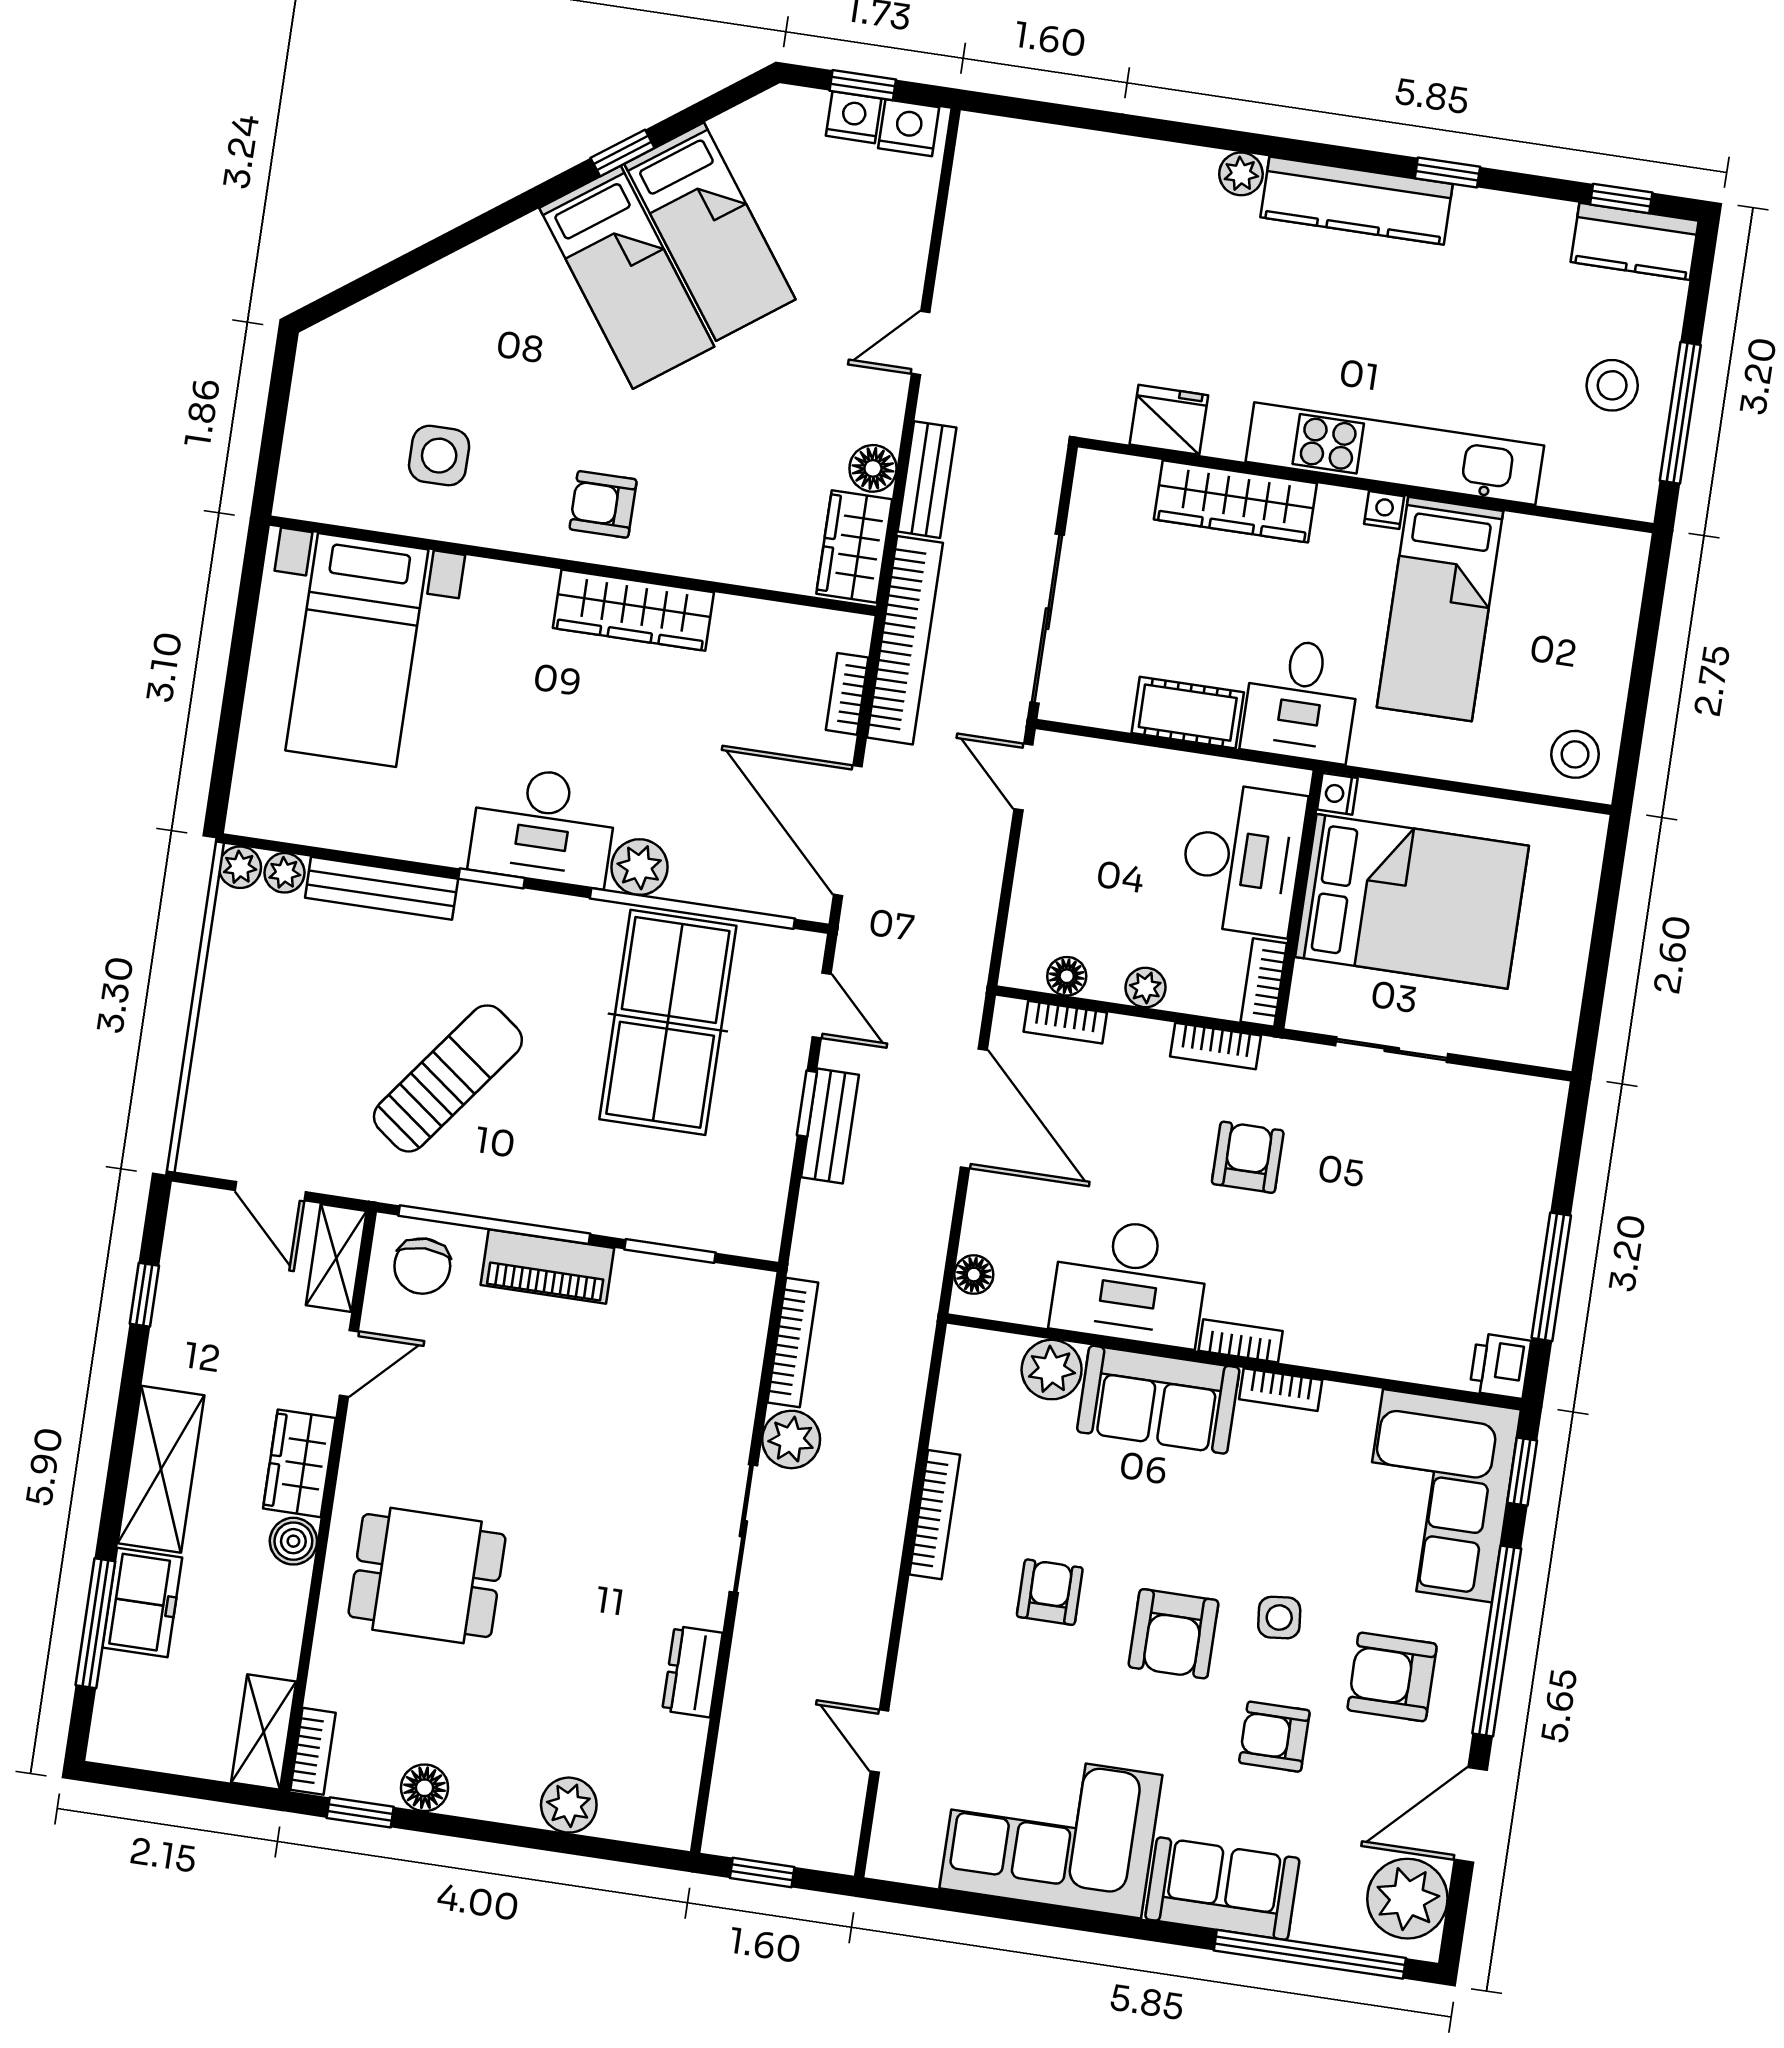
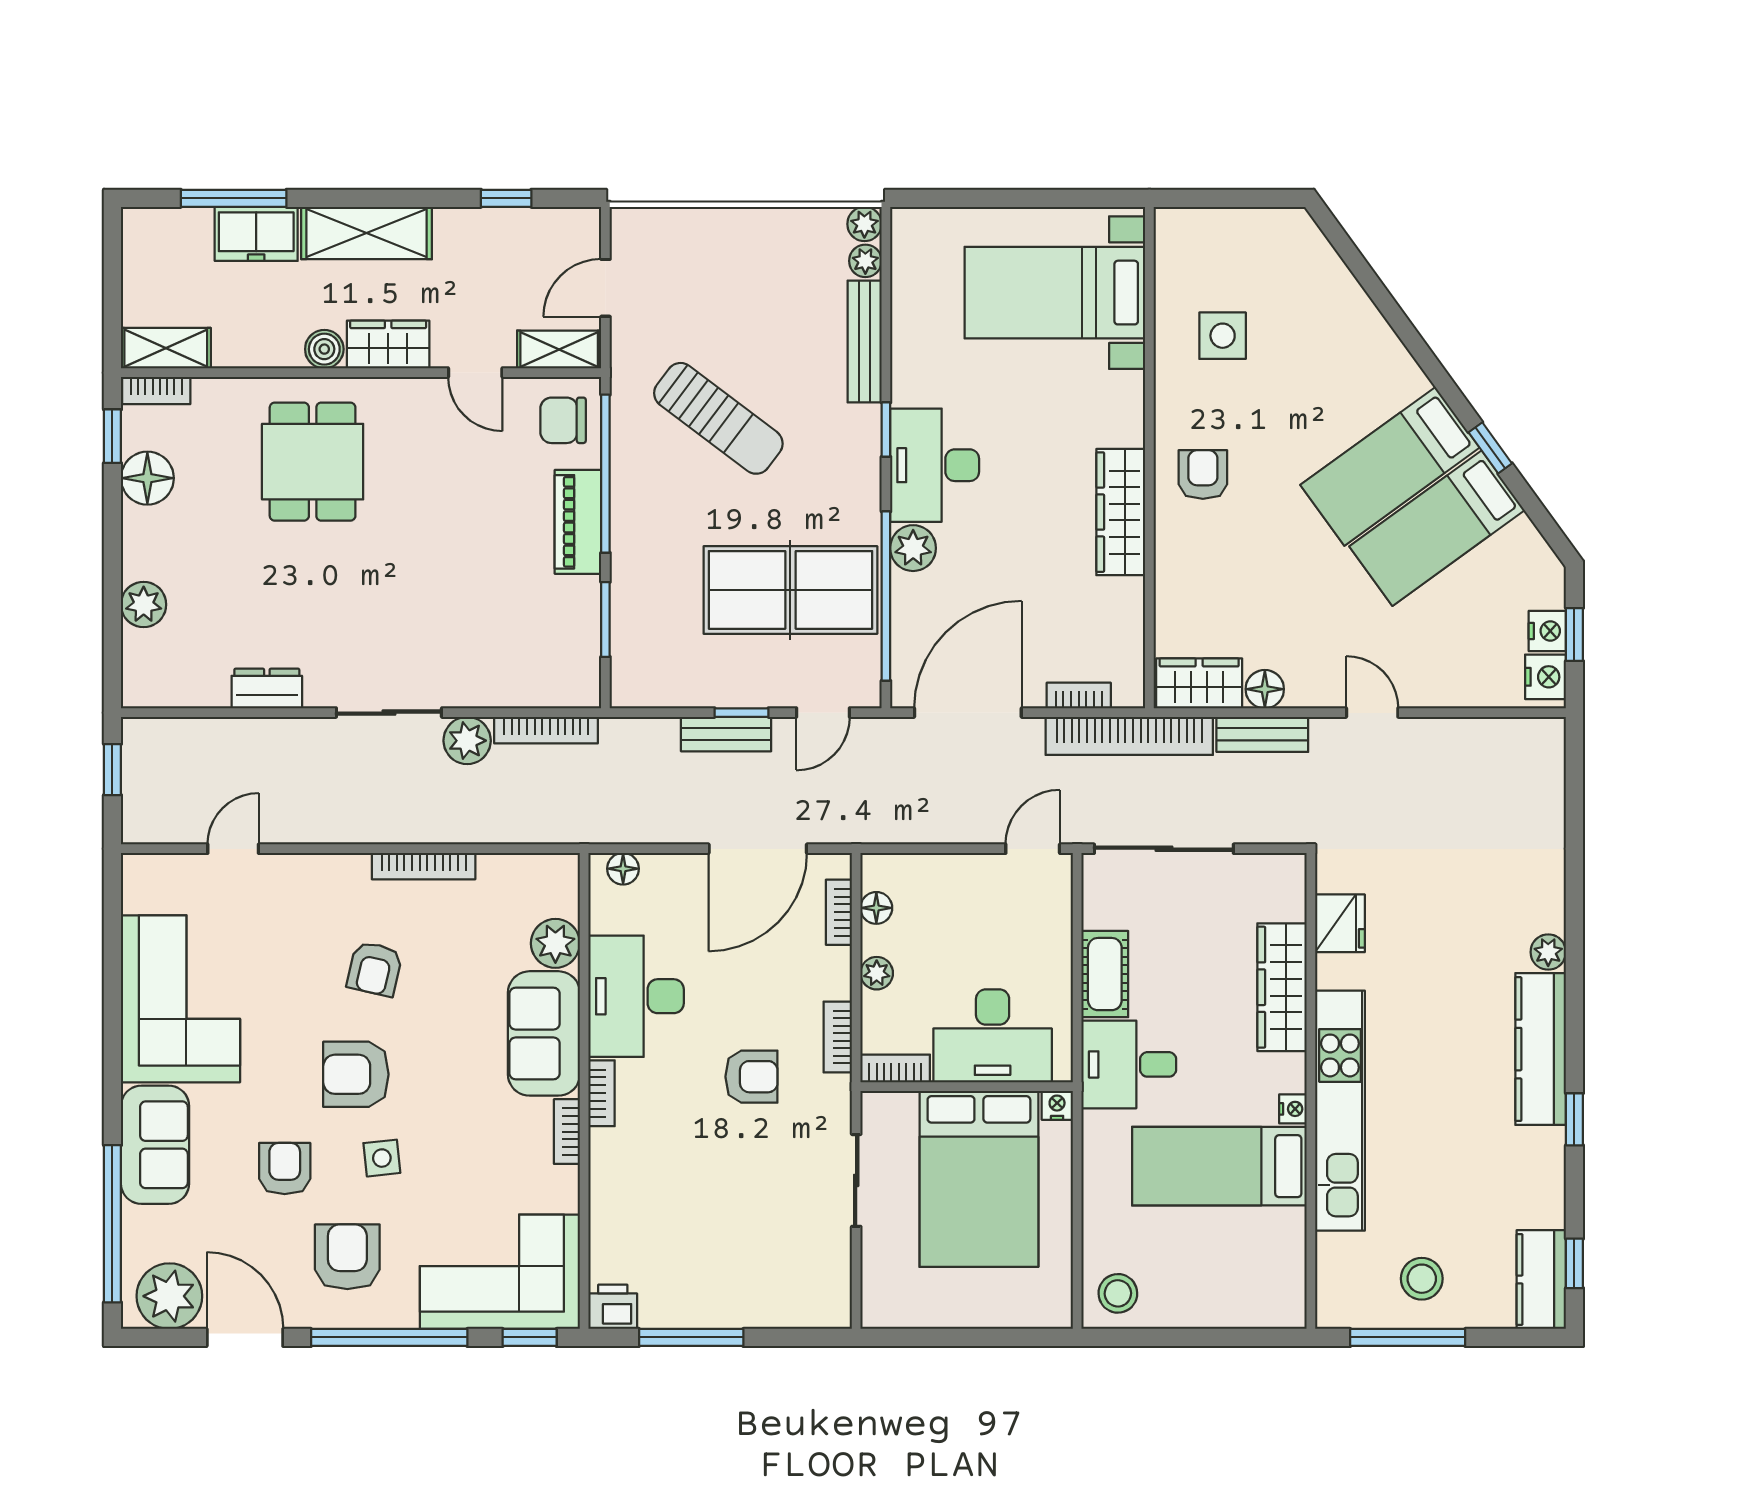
armchair: (1050, 1592) -> (375, 969), turned 103
floor lamp: (425, 1788) -> (147, 478), width x1.38, depth x1.38

